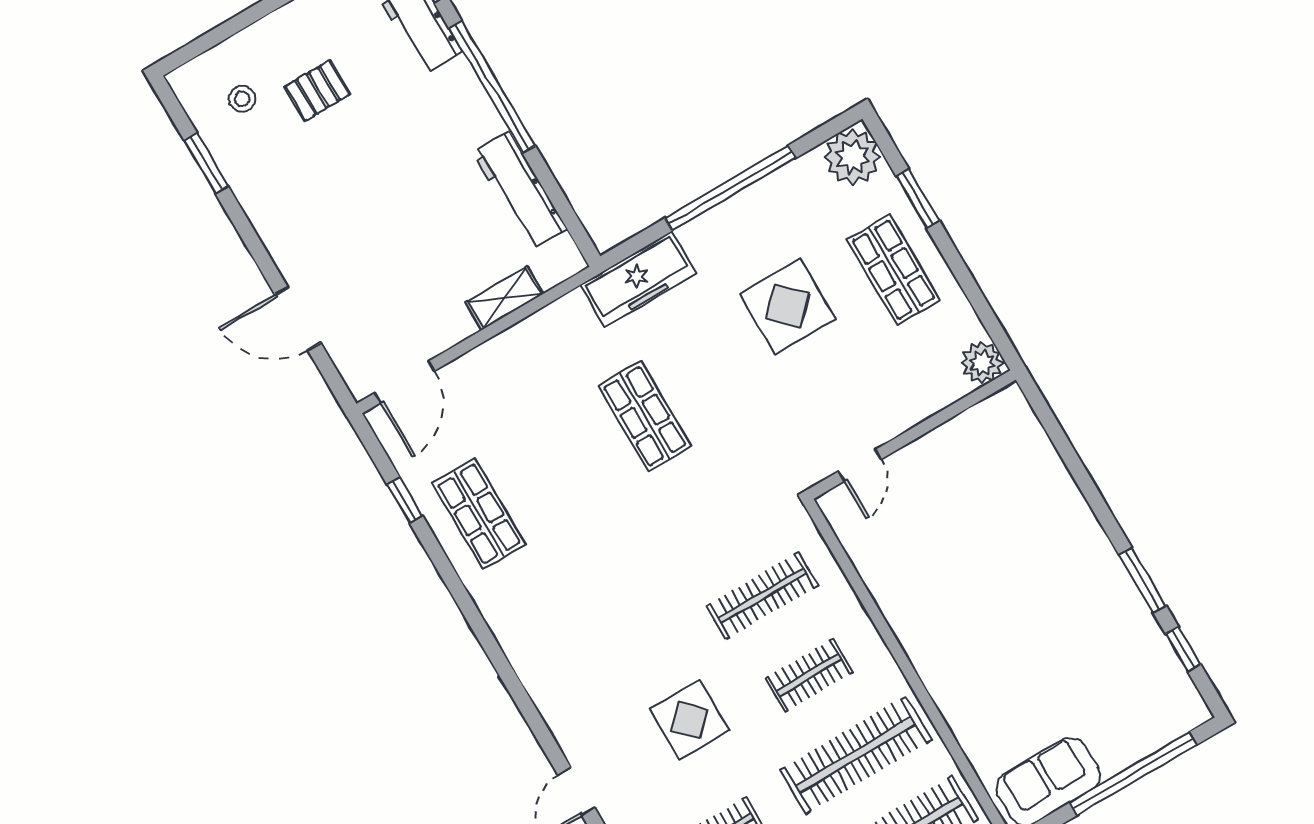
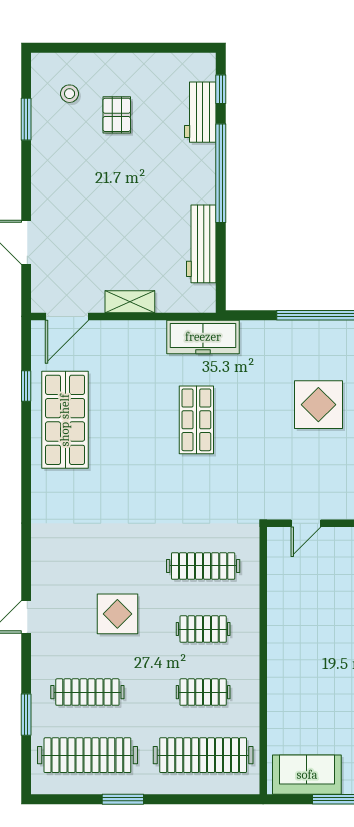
pallet: (317, 90) -> (117, 115), turned 90
freezer: (638, 279) -> (203, 337), moved
shelving: (505, 298) -> (130, 302), moved
shop shelf: (479, 514) -> (65, 420), width x1.43, depth x1.36
clothes rail: (856, 755) -> (203, 692), width x0.54, depth x0.76

